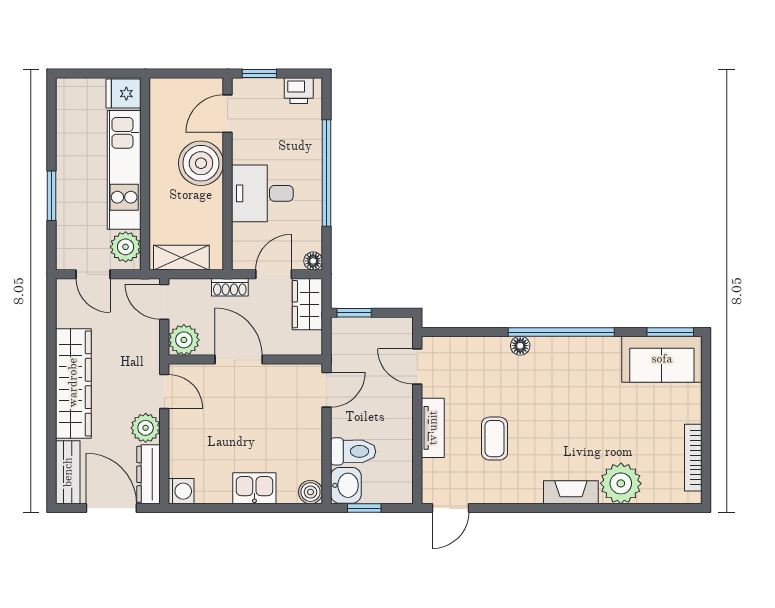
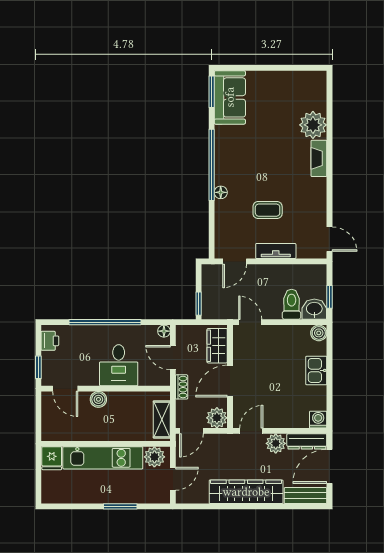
boiler: (201, 163) -> (98, 399), width x0.54, depth x0.54
wardrobe: (307, 304) -> (217, 346), moved, turned 90
coffee table: (494, 439) -> (268, 210), moved
bookcase: (693, 458) -> (296, 76), removed

